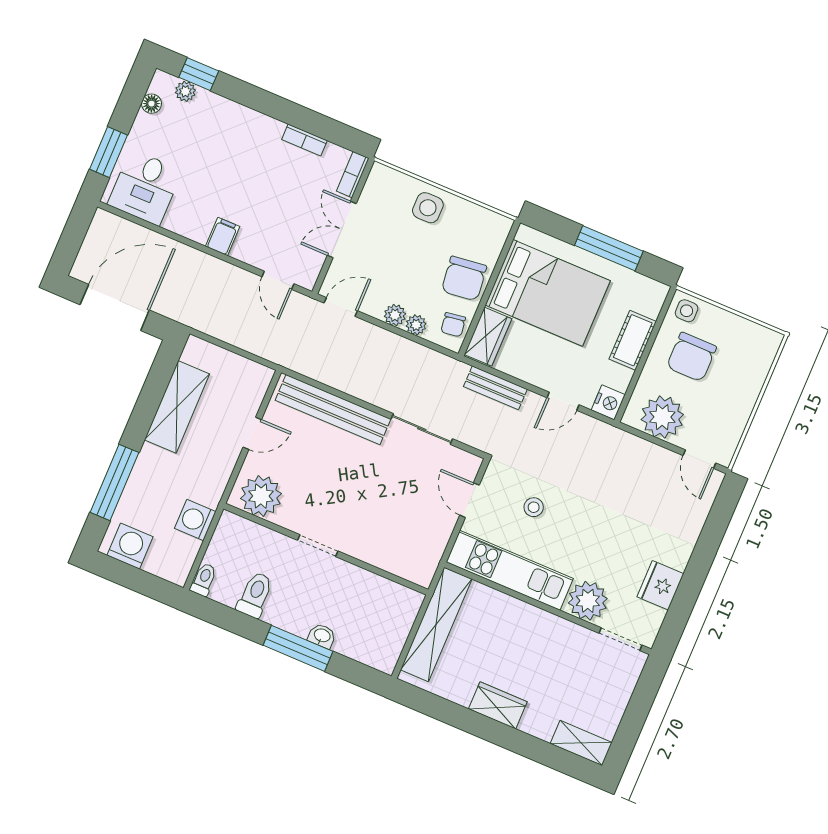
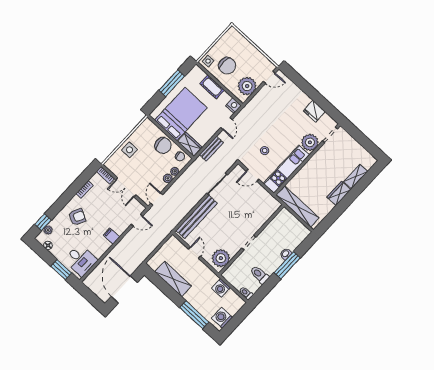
armchair: (238, 145) -> (77, 217), added
shelving: (581, 743) -> (356, 177), moved

